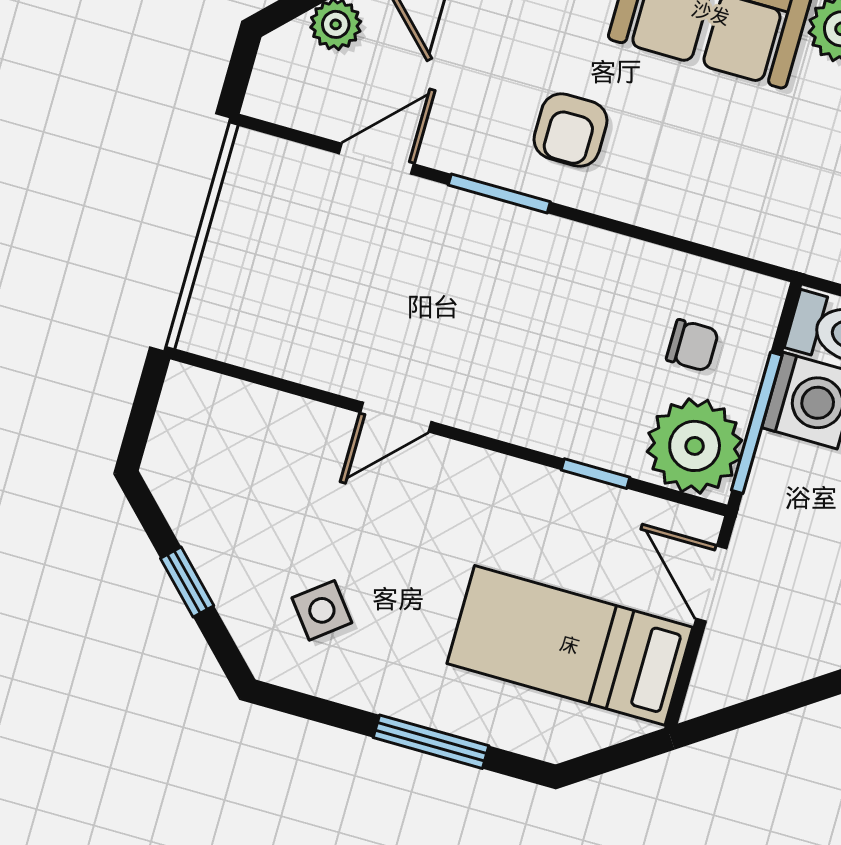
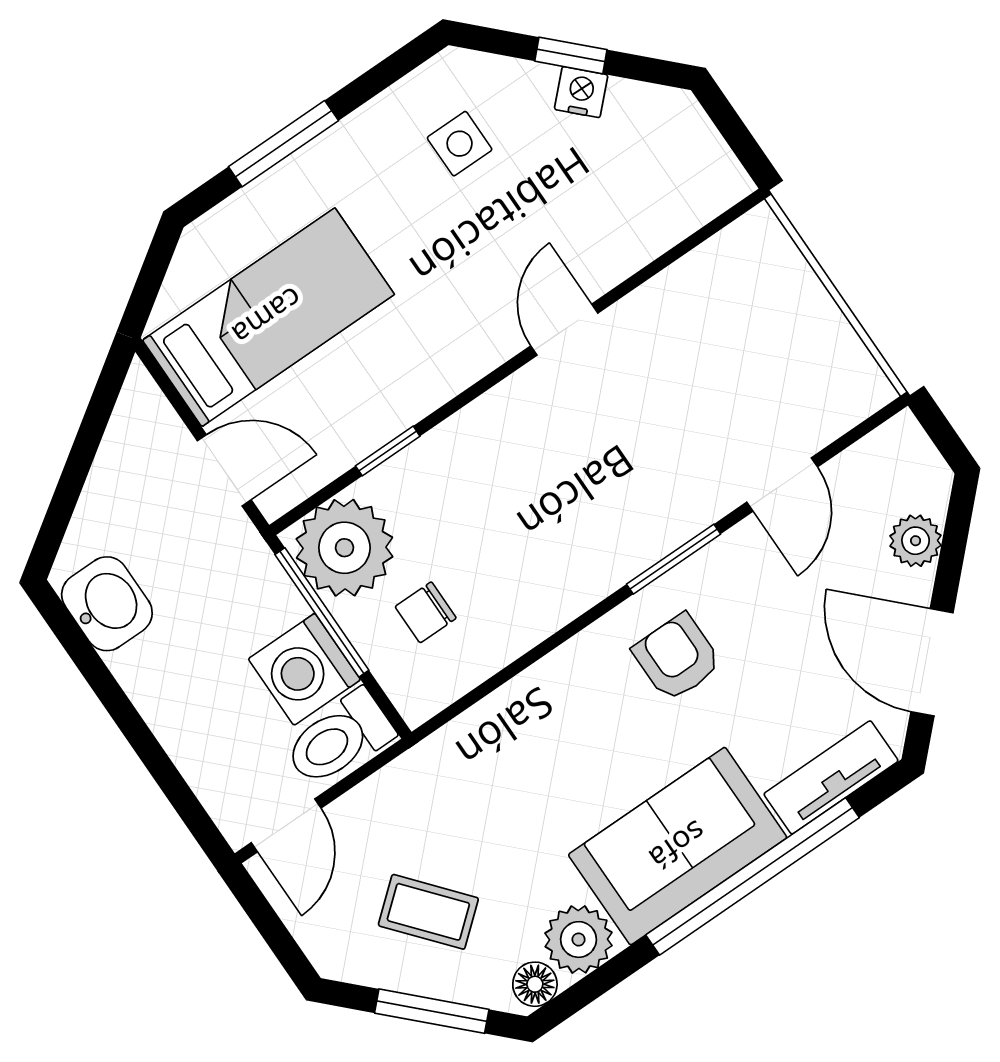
nightstand: (208, 552) -> (581, 92), added
side table: (322, 610) -> (460, 144), turned 38

